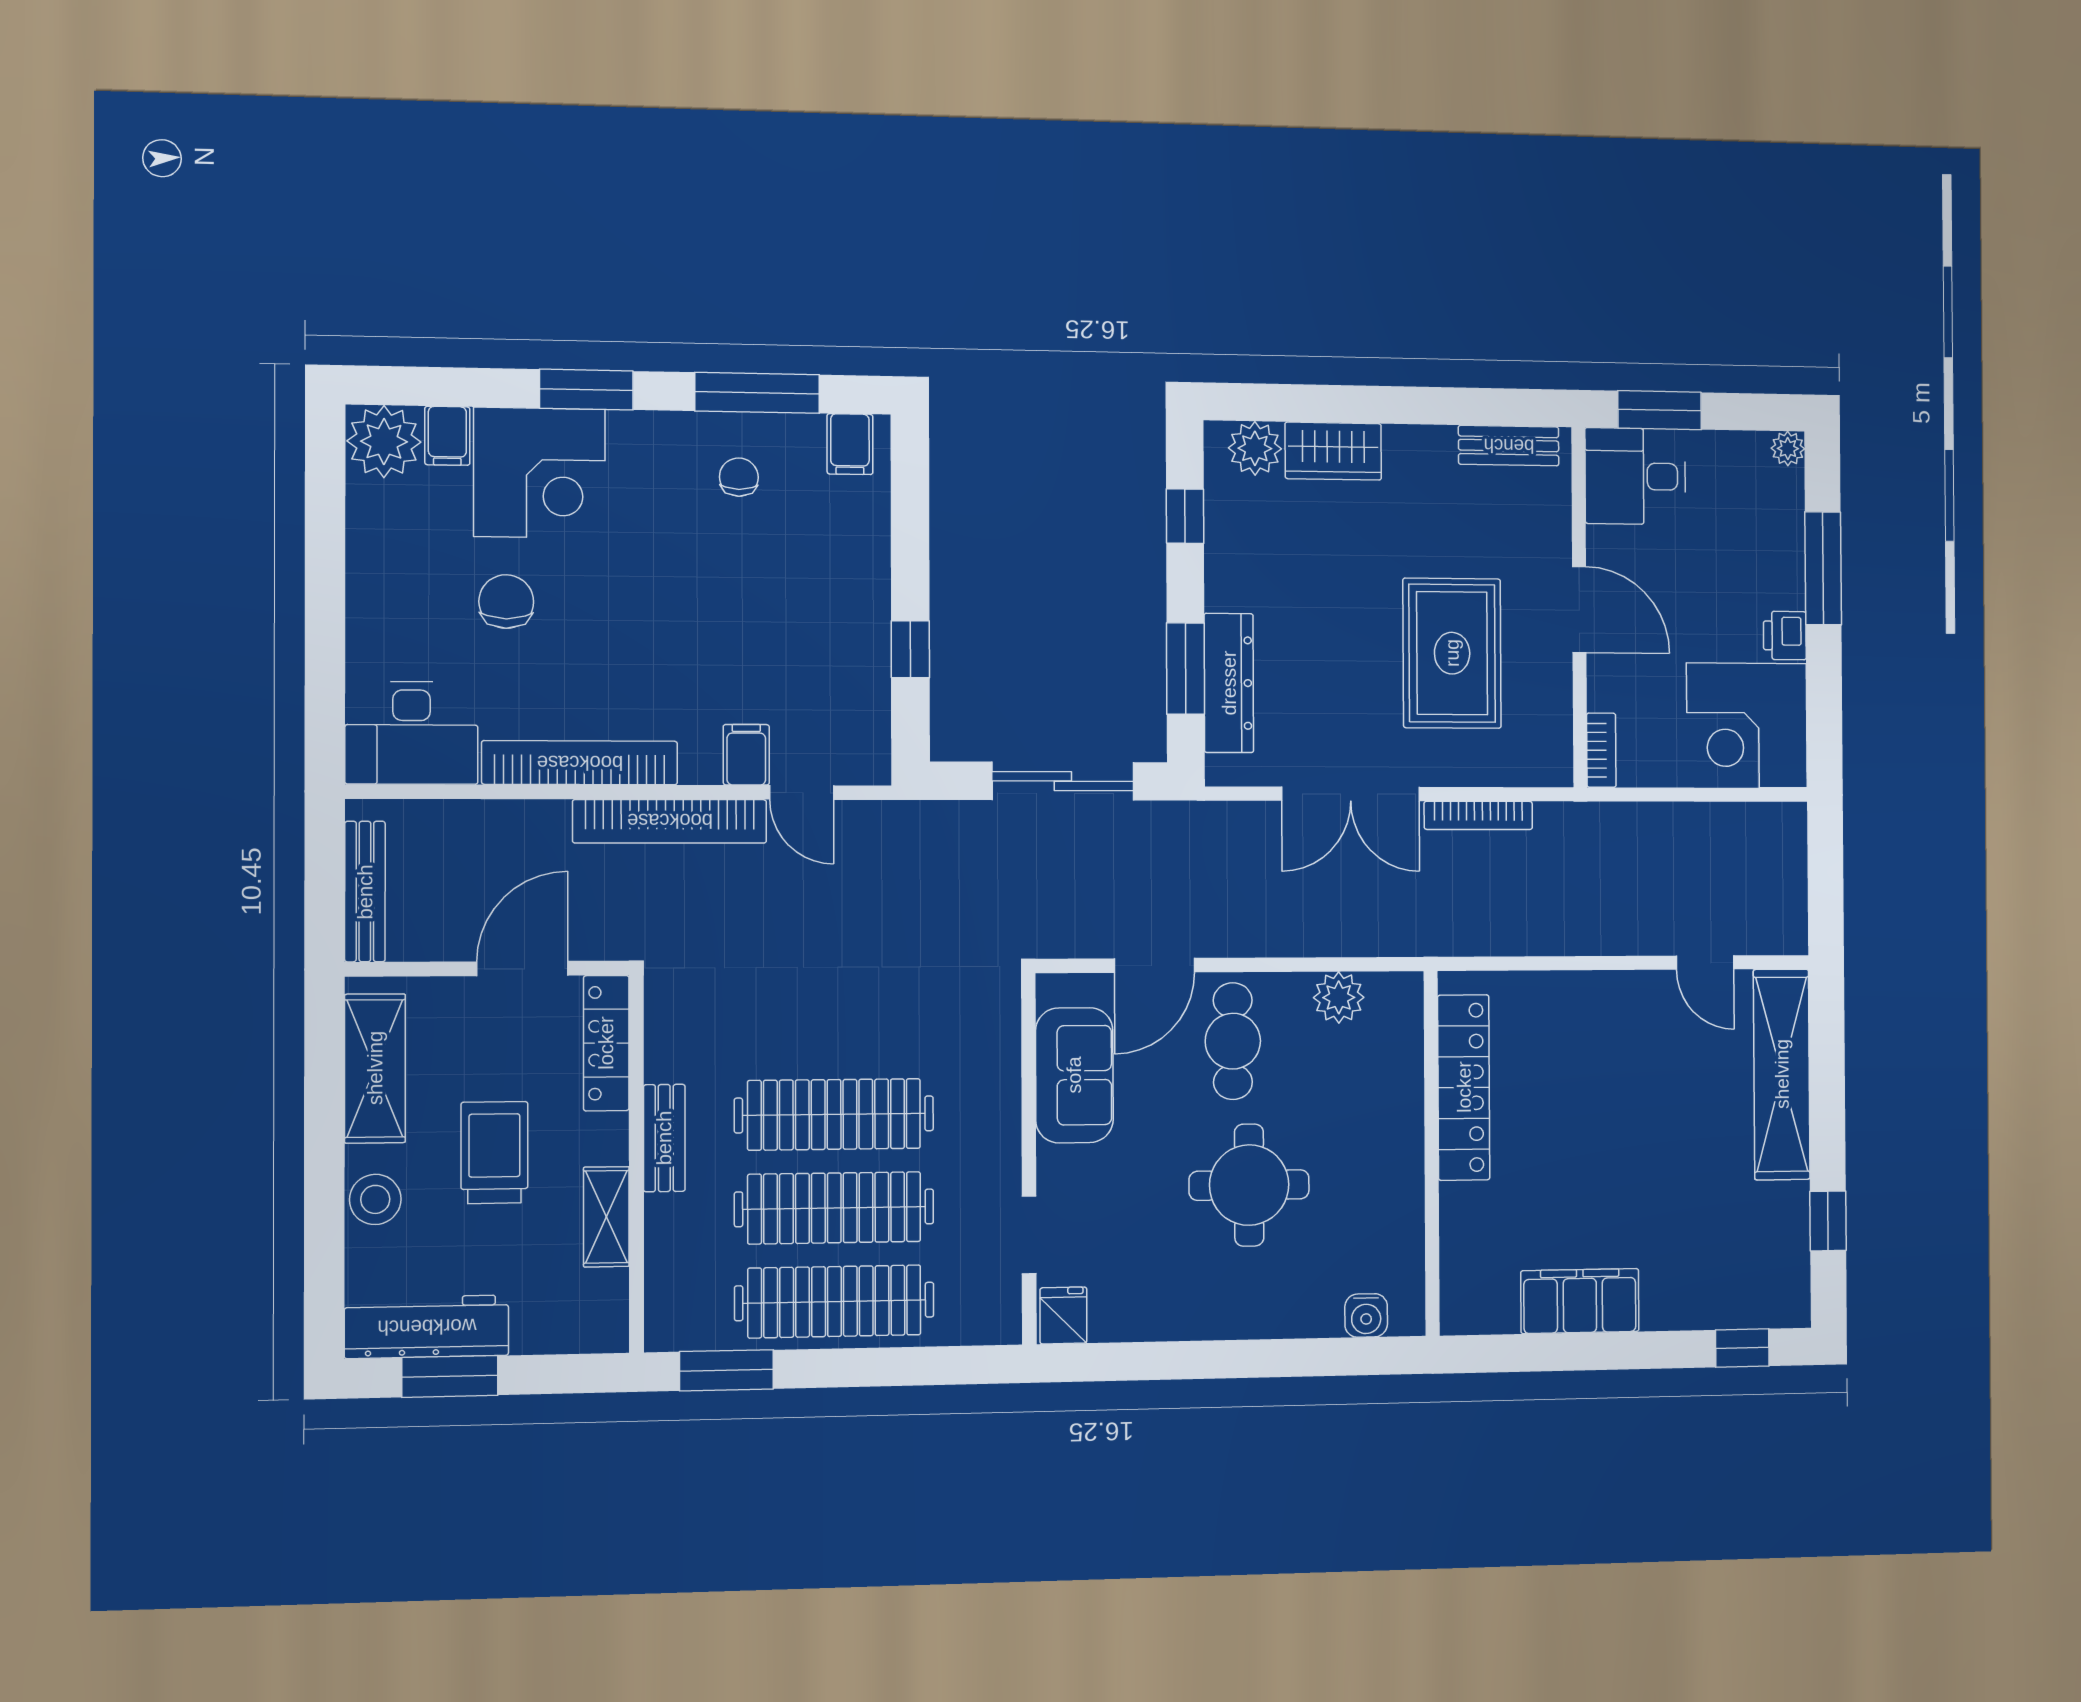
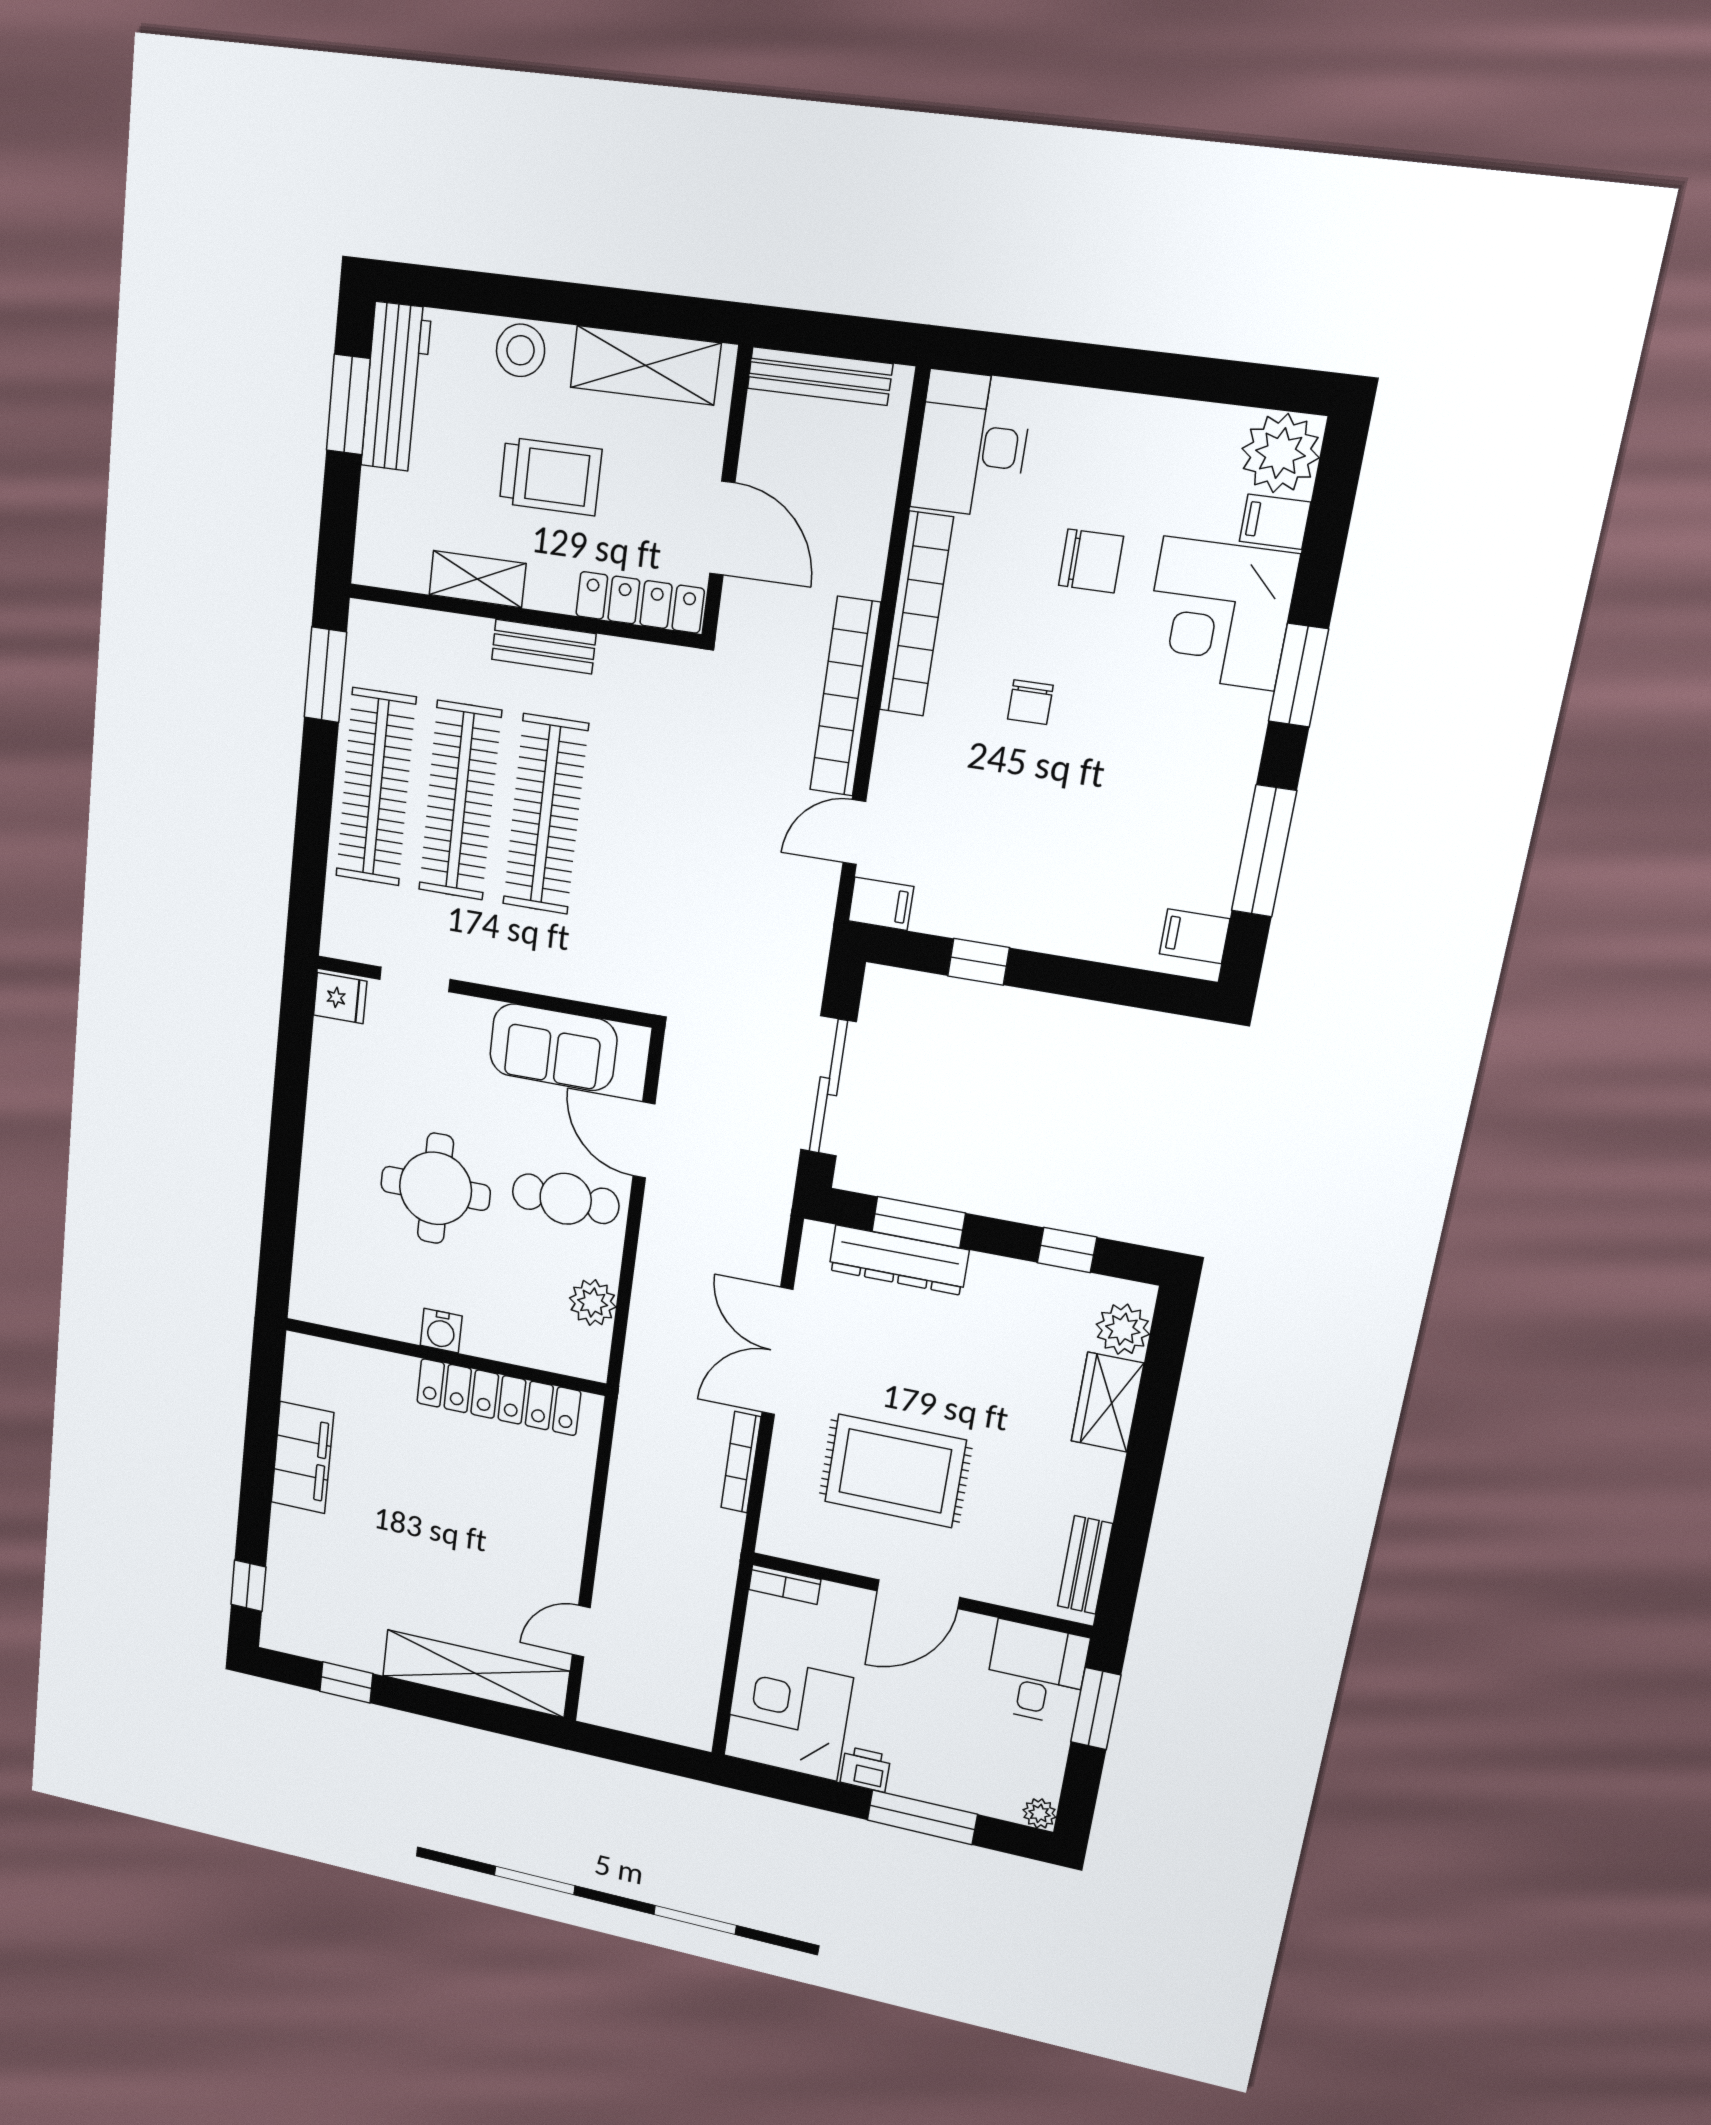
chair: (739, 477) -> (1030, 702), moved, turned 90
filing cabinet: (746, 755) -> (881, 904), moved
water cooler: (1366, 1315) -> (441, 1331), moved, turned -90

